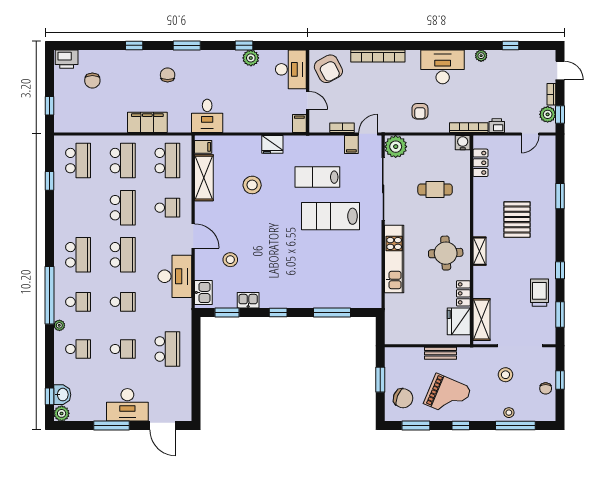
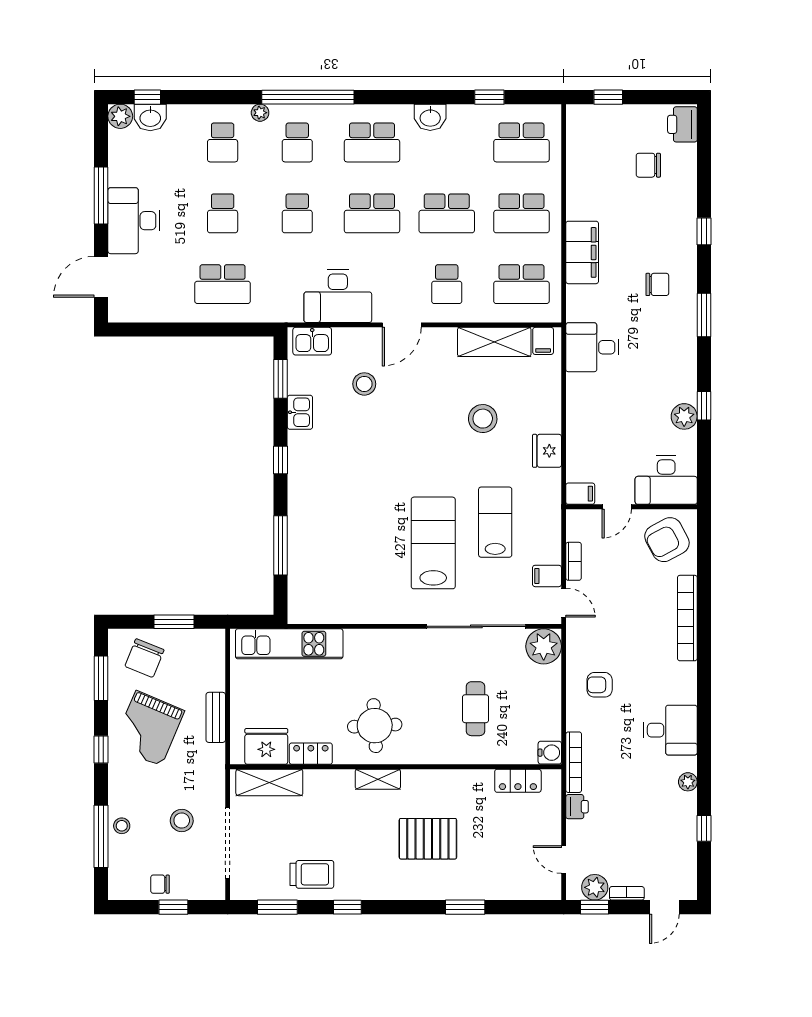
desk: (443, 67) -> (670, 730), width x0.73
washbasin: (62, 218) -> (430, 117), added
kitchen unit: (394, 259) -> (289, 644), moved

